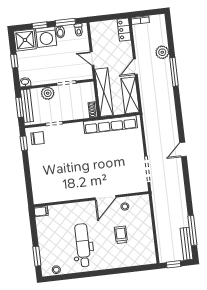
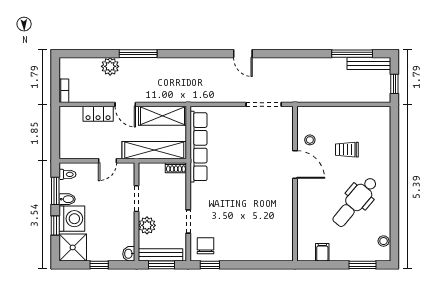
locker: (124, 30) -> (98, 114), moved
filing cabinet: (41, 211) -> (322, 252), moved
dental chair: (83, 245) -> (355, 202), turned -50

